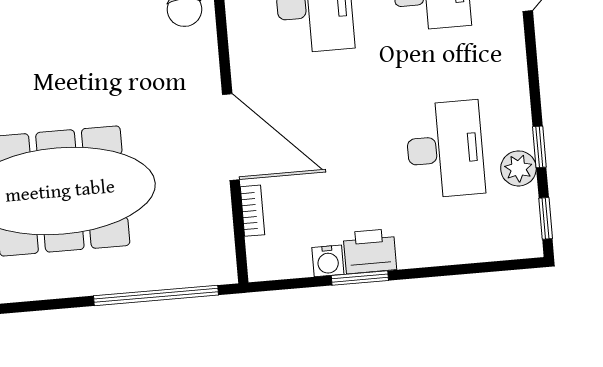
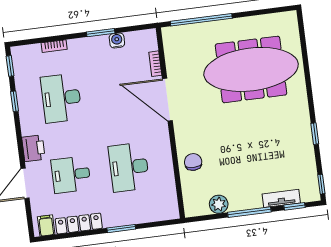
plant: (518, 168) -> (24, 90), removed
printer: (370, 251) -> (33, 148), moved, turned -90
bookcase: (455, 255) -> (54, 46), added

